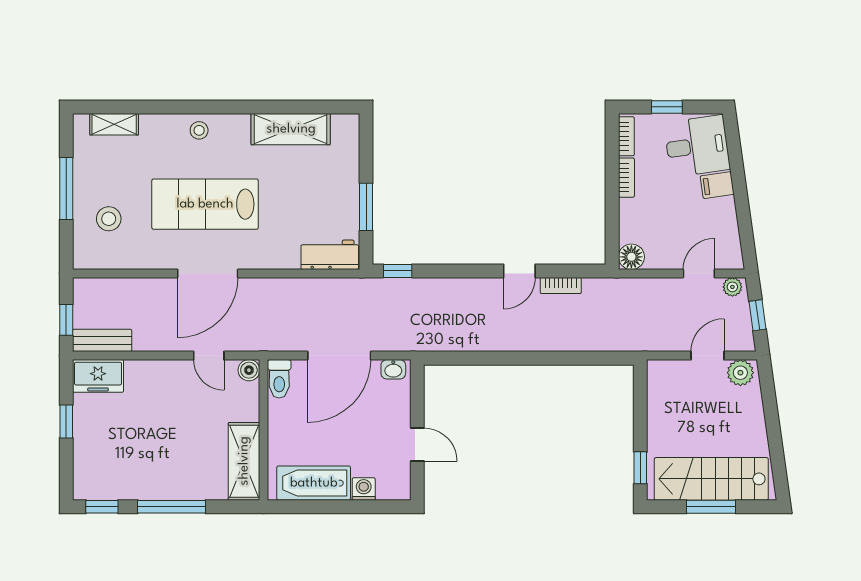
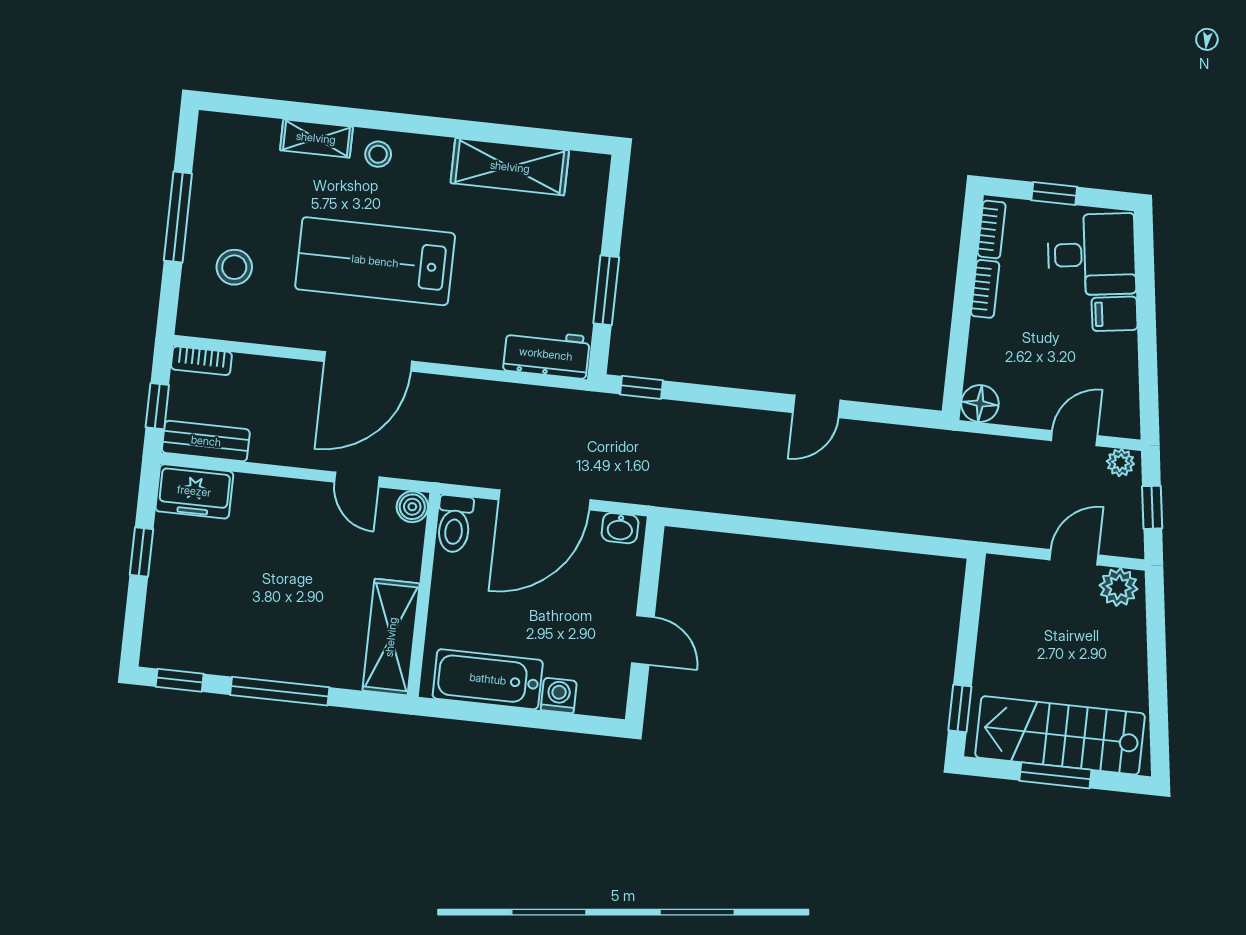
shelving: (114, 124) -> (316, 138), moved
bookcase: (561, 286) -> (201, 361), moved

